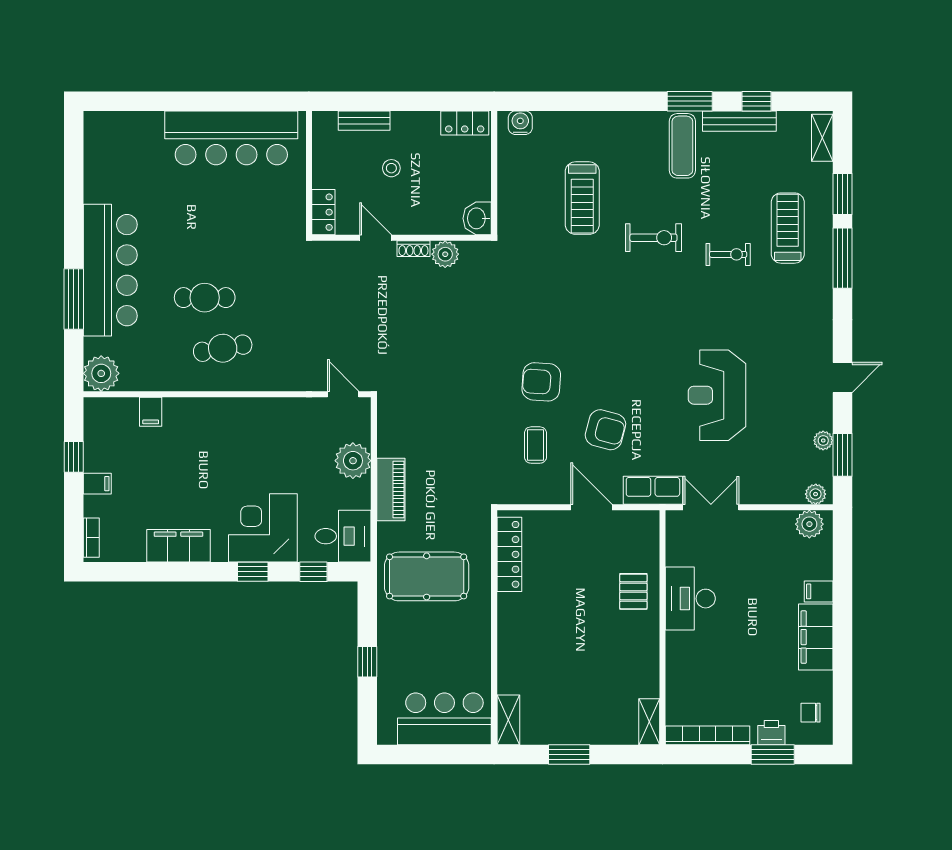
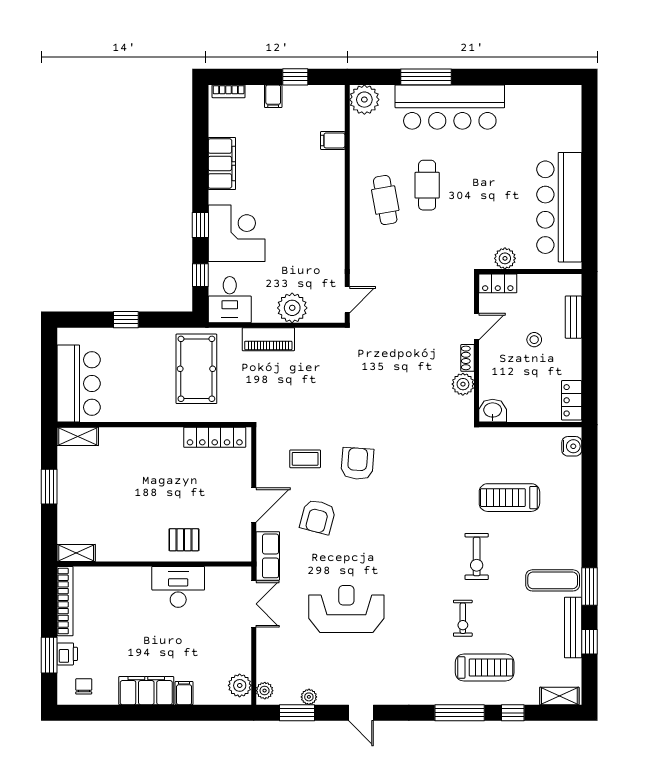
window: (842, 194) -> (513, 713), width x0.67
plant: (293, 203) -> (505, 258), added

